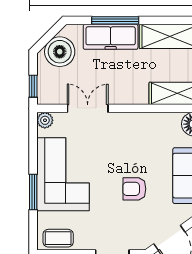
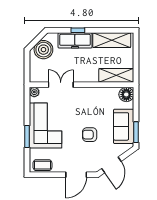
window: (115, 20) -> (78, 30), width x0.46
window: (33, 86) -> (27, 71), removed

